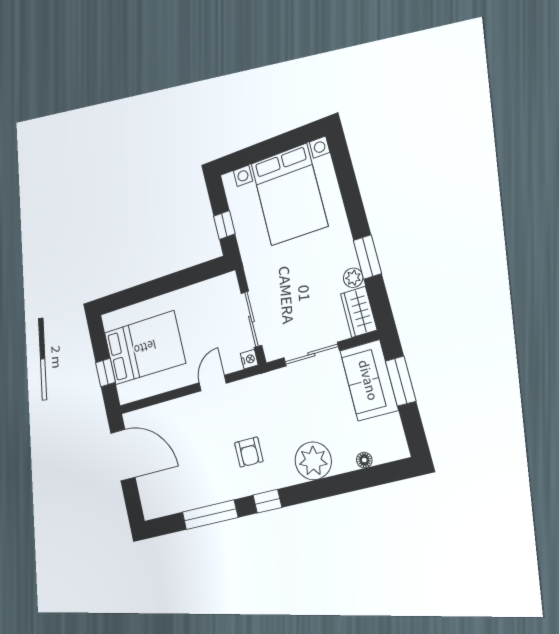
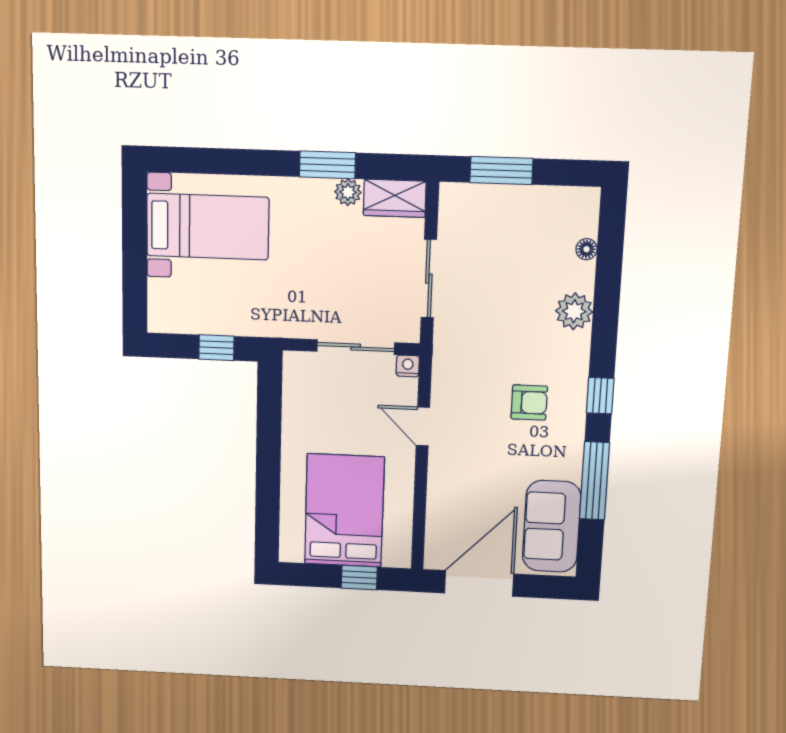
bed with nightstands: (289, 194) -> (208, 227), width x0.73
sofa: (369, 380) -> (552, 526), moved, turned 90
plant: (313, 461) -> (574, 311), width x0.73, depth x0.73

